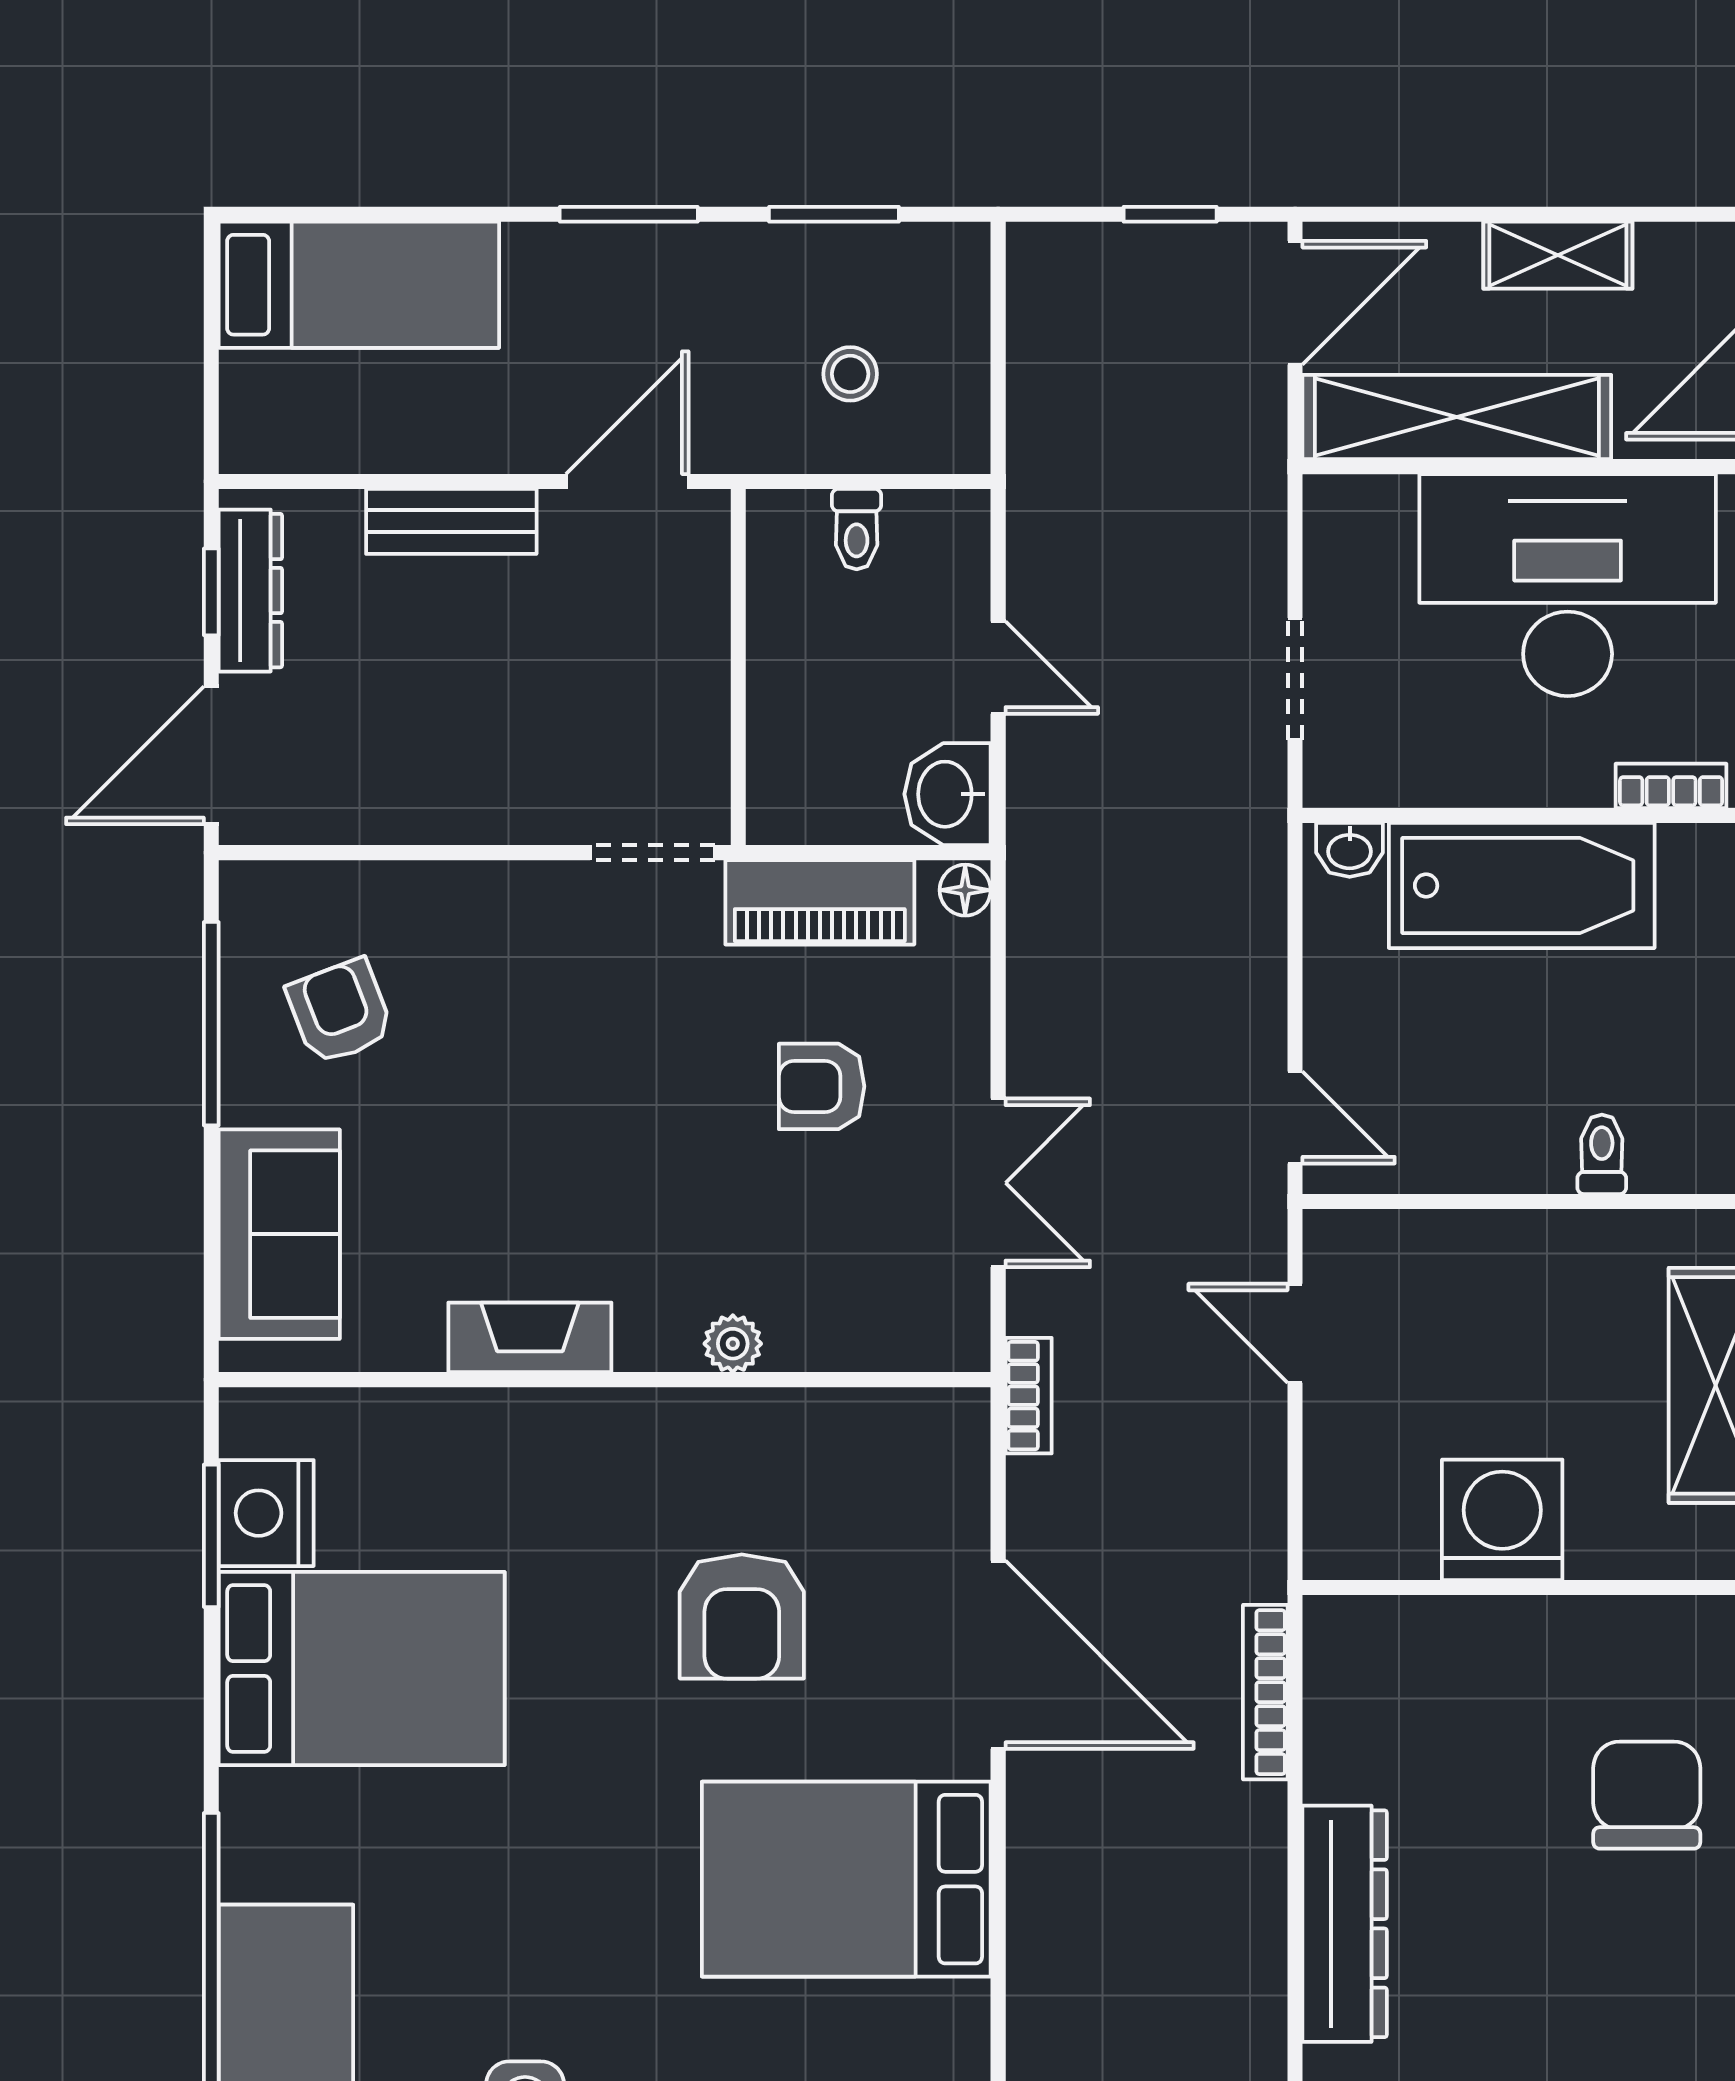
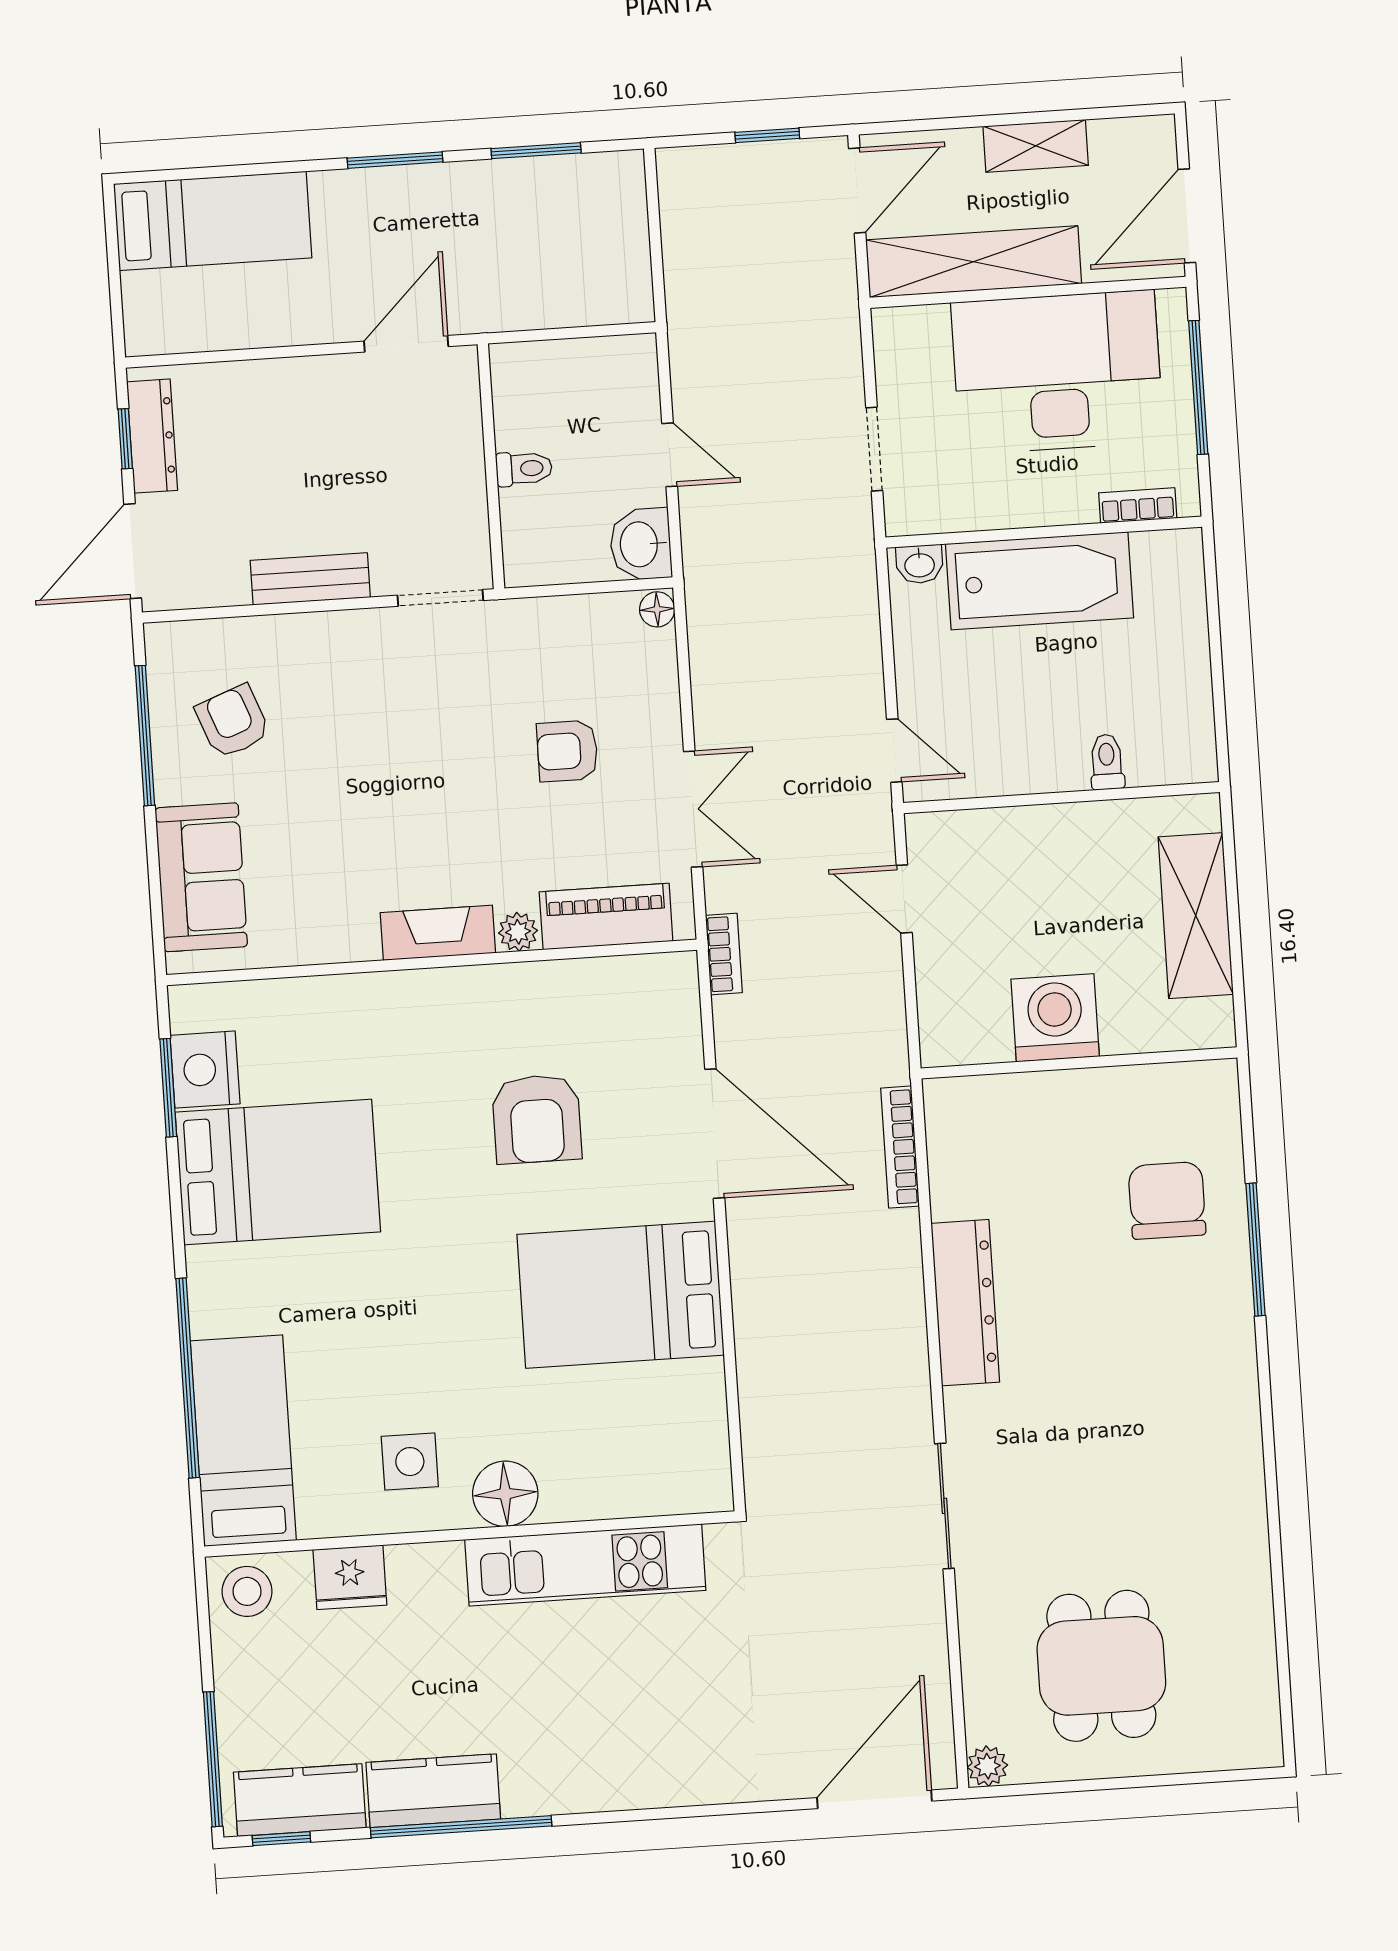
stool: (850, 374) -> (554, 260), removed
bench: (451, 521) -> (310, 579), moved
toilet: (857, 529) -> (524, 469), moved, turned -90
piano: (820, 902) -> (606, 917), moved, turned 180
fireplace: (530, 1337) -> (438, 933), moved

